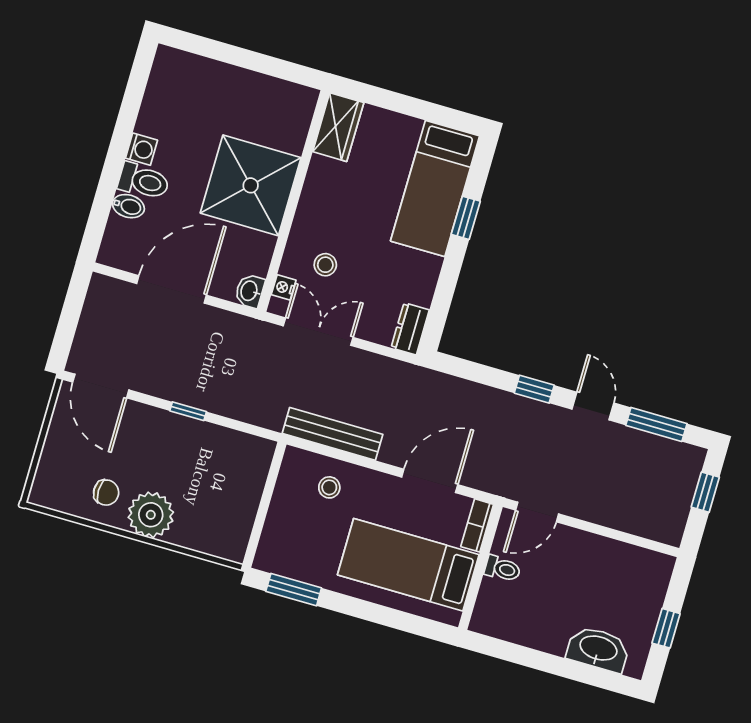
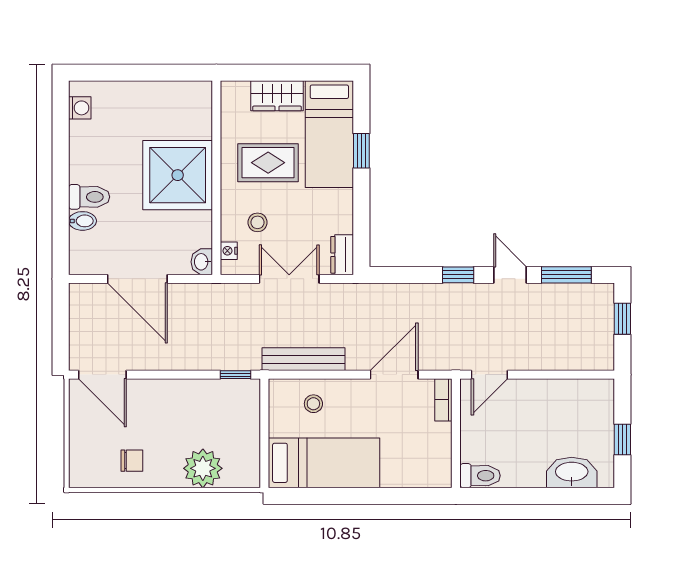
wardrobe: (338, 127) -> (277, 96), moved, turned 90
washing machine: (141, 149) -> (80, 108), moved
rug: (357, 201) -> (268, 163), added
door: (172, 289) -> (137, 279), swing flipped
double door: (318, 332) -> (289, 279), moved
window: (188, 411) -> (236, 375), moved
plant: (151, 515) -> (203, 468), moved
bed: (408, 565) -> (324, 463), moved, turned 180
toilet: (503, 569) -> (480, 476), moved, width x1.37, depth x1.39
window: (294, 590) -> (308, 496), removed

